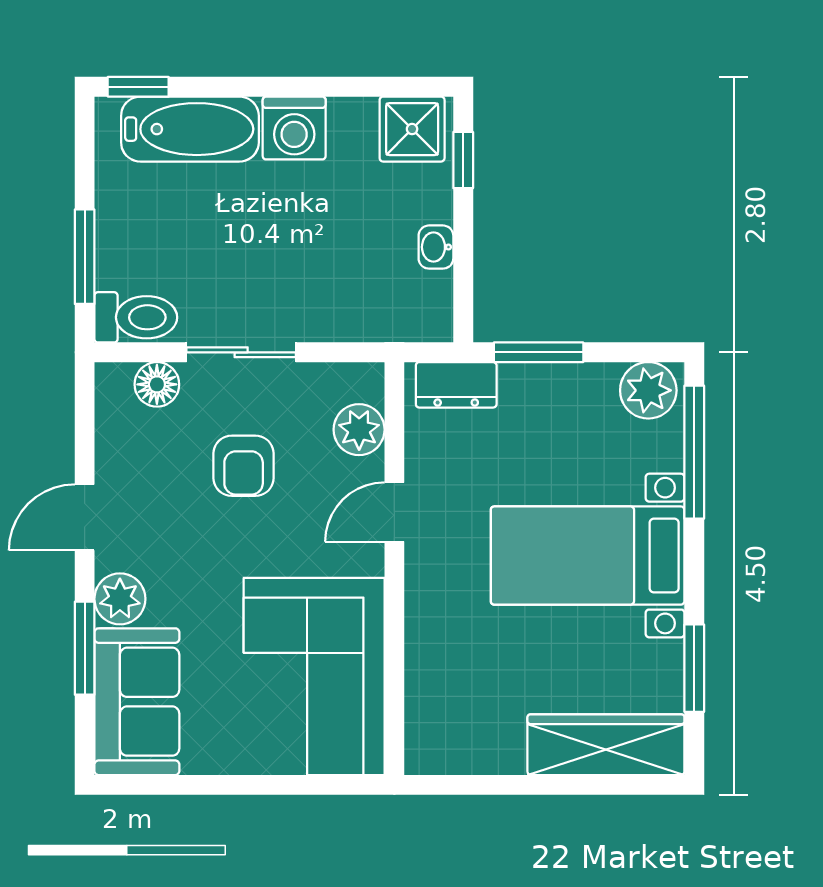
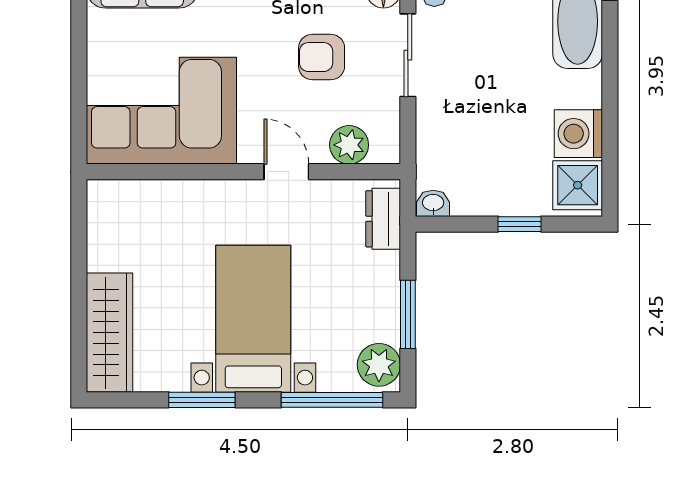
washing machine: (294, 128) -> (578, 134), moved
window: (463, 160) -> (520, 224), moved
washbasin: (436, 247) -> (433, 203), moved
window: (539, 352) -> (408, 314), moved
window: (694, 668) -> (202, 400), moved

